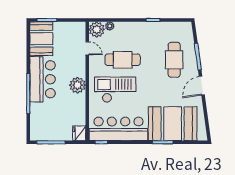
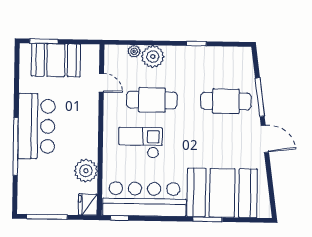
plant: (97, 29) -> (153, 57), moved
booth: (41, 39) -> (56, 60), moved, turned 90
cafe table: (174, 60) -> (226, 101), turned 90
plant: (77, 85) -> (86, 171), moved
door: (202, 86) -> (265, 139), swing flipped
checkout: (115, 90) -> (140, 143), width x0.73, depth x0.83

